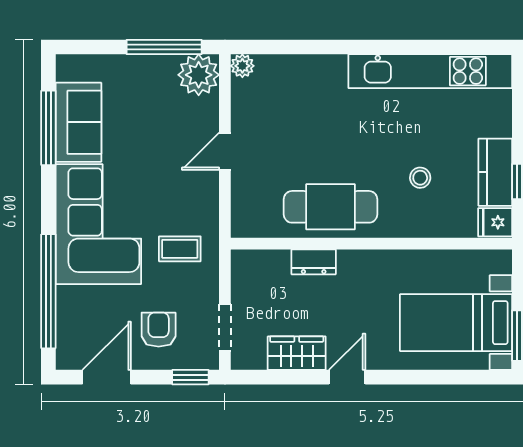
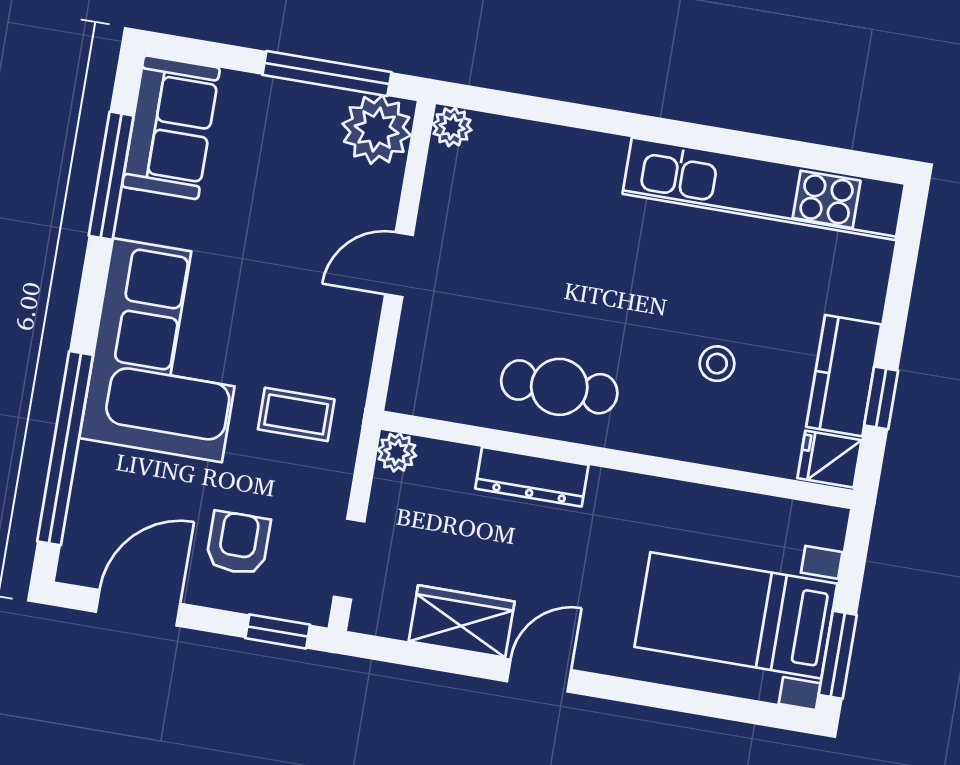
sofa: (78, 122) -> (171, 127), moved
cafe table: (330, 207) -> (559, 387), width x0.73, depth x0.74
plant: (242, 261) -> (397, 452), added
dresser: (314, 262) -> (532, 477), width x1.44

